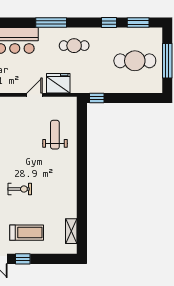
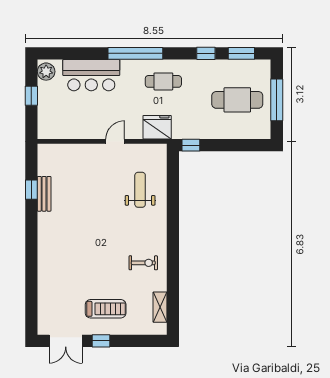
window: (51, 22) -> (135, 53), width x1.46
fridge: (58, 83) -> (157, 127), moved
exercise bike: (20, 189) -> (143, 263), moved

